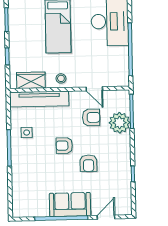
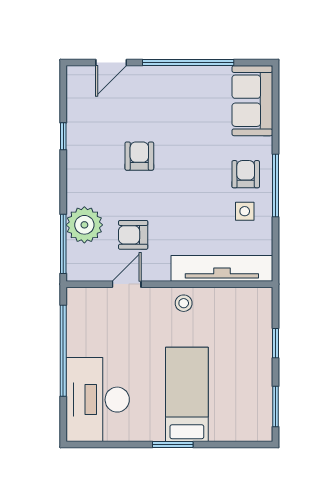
wardrobe: (31, 80) -> (235, 301), removed
door: (94, 89) -> (127, 284), hinge flipped
armchair: (64, 146) -> (246, 174), moved, turned -90
sofa: (70, 205) -> (252, 101), moved, turned 90

